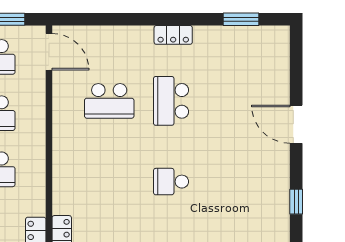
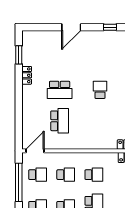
locker: (173, 35) -> (27, 75), moved
school desk: (171, 182) -> (100, 90), turned 180

